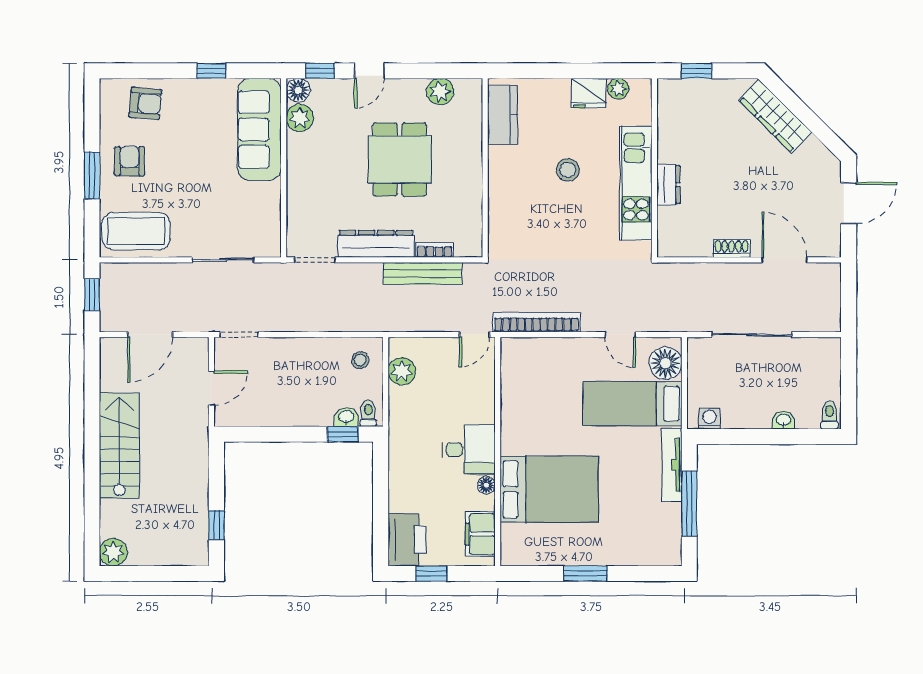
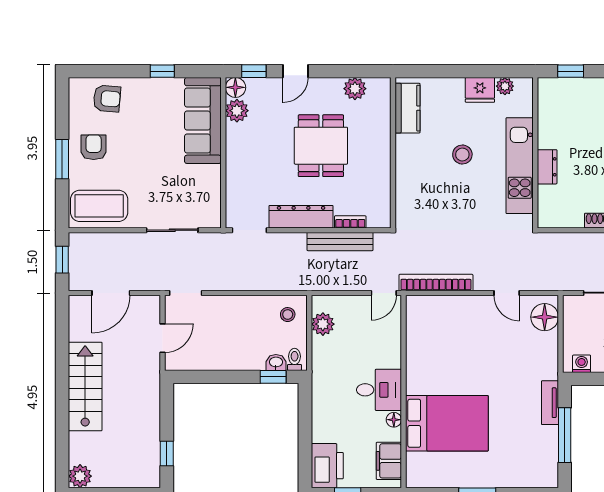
bed: (632, 404) -> (517, 351), removed
tv unit: (672, 465) -> (550, 403), width x0.71

